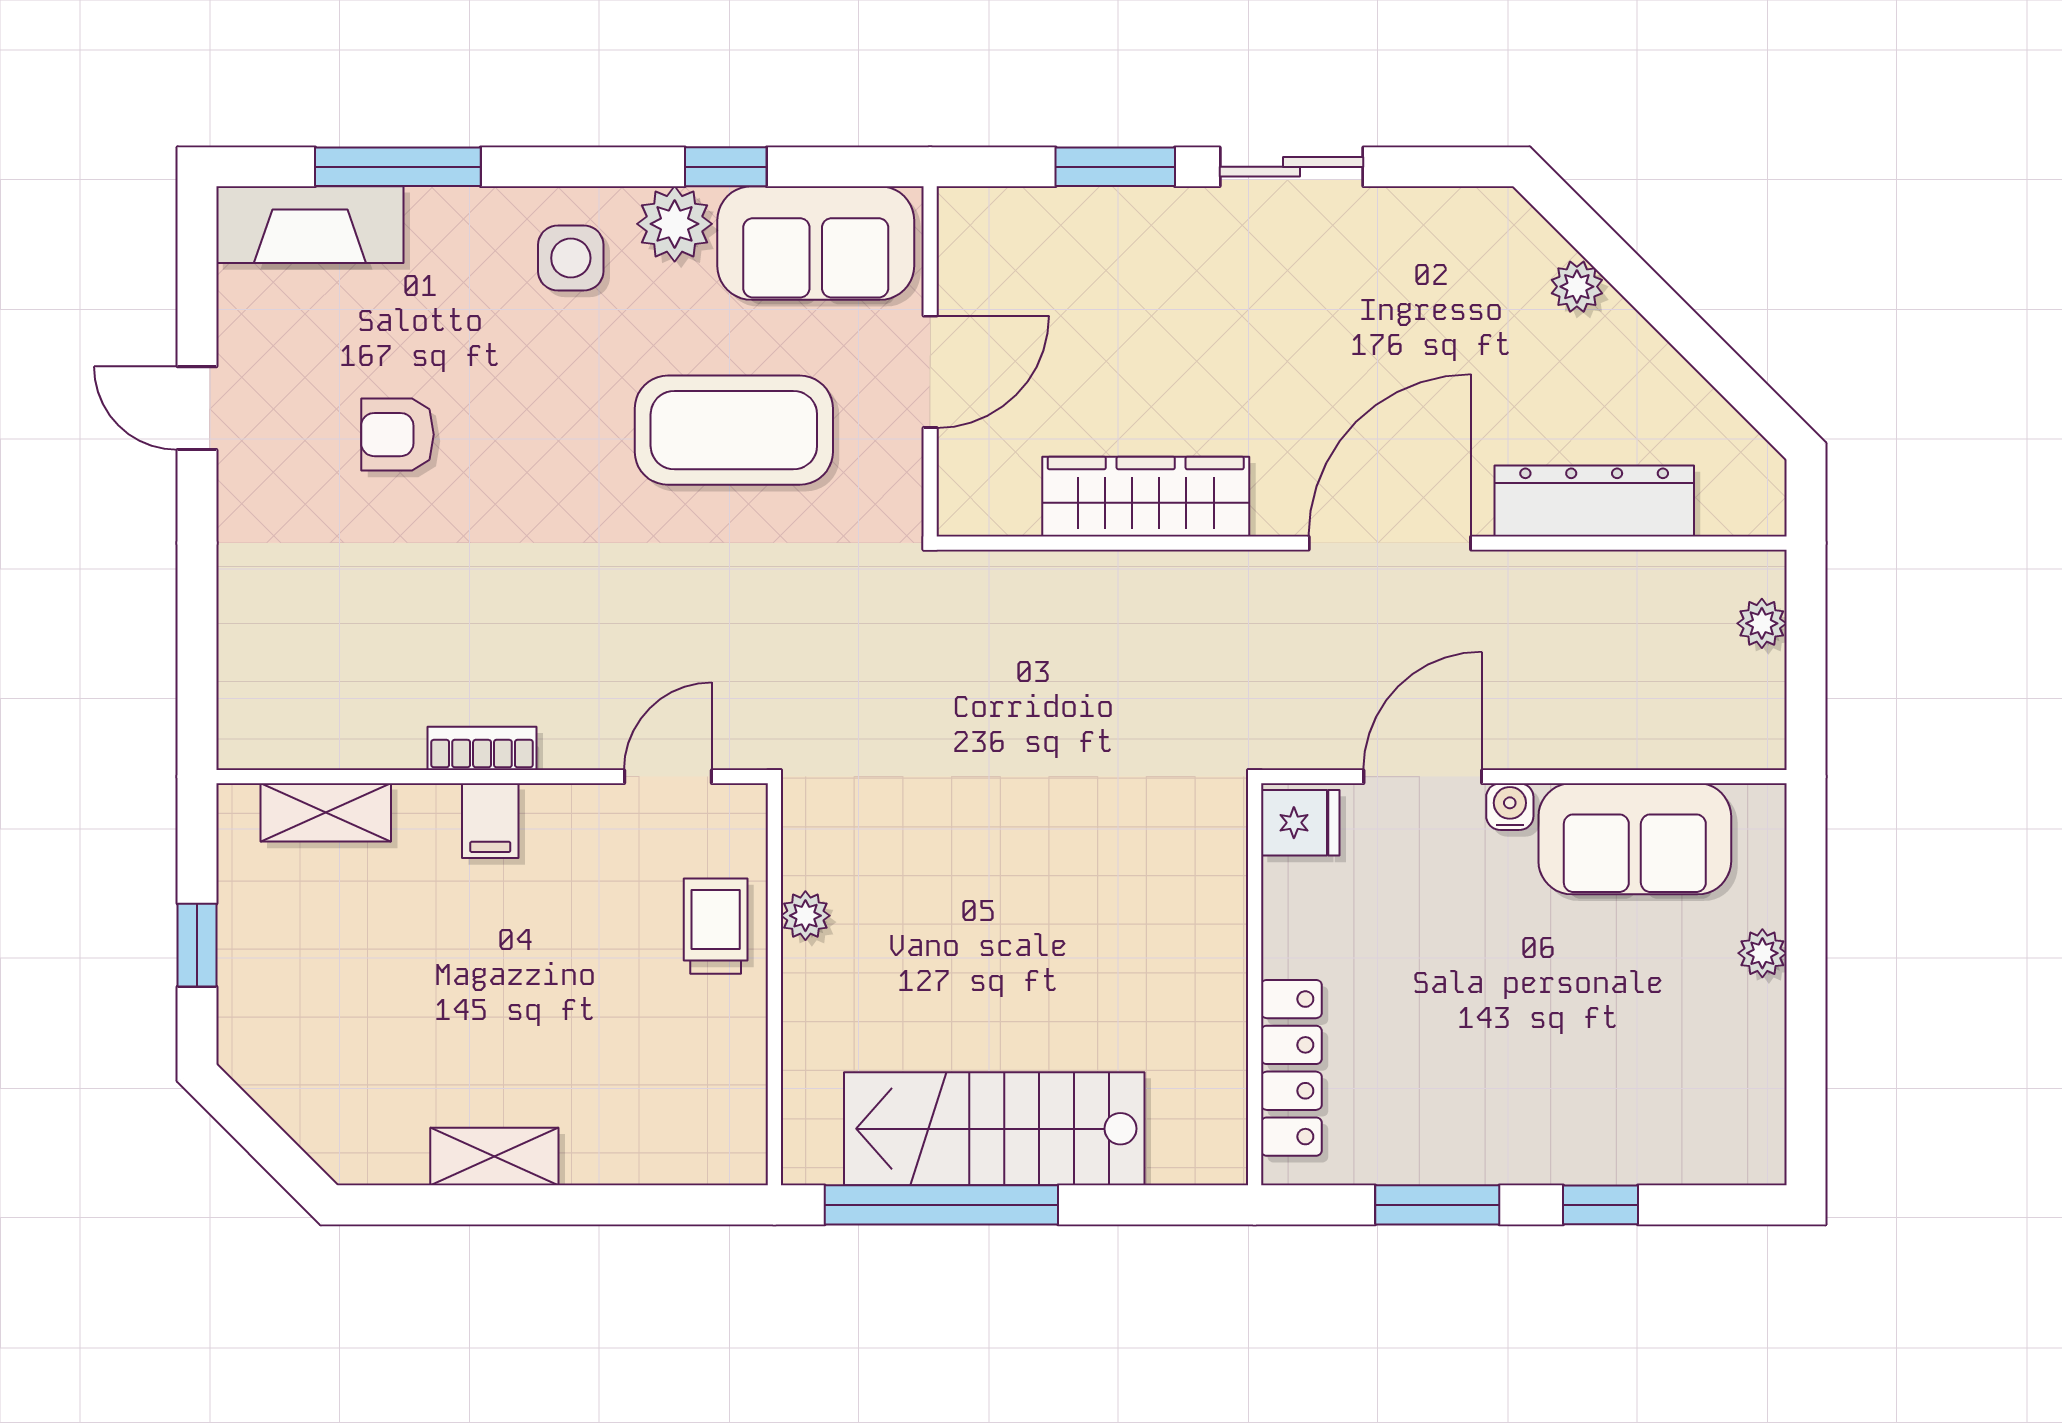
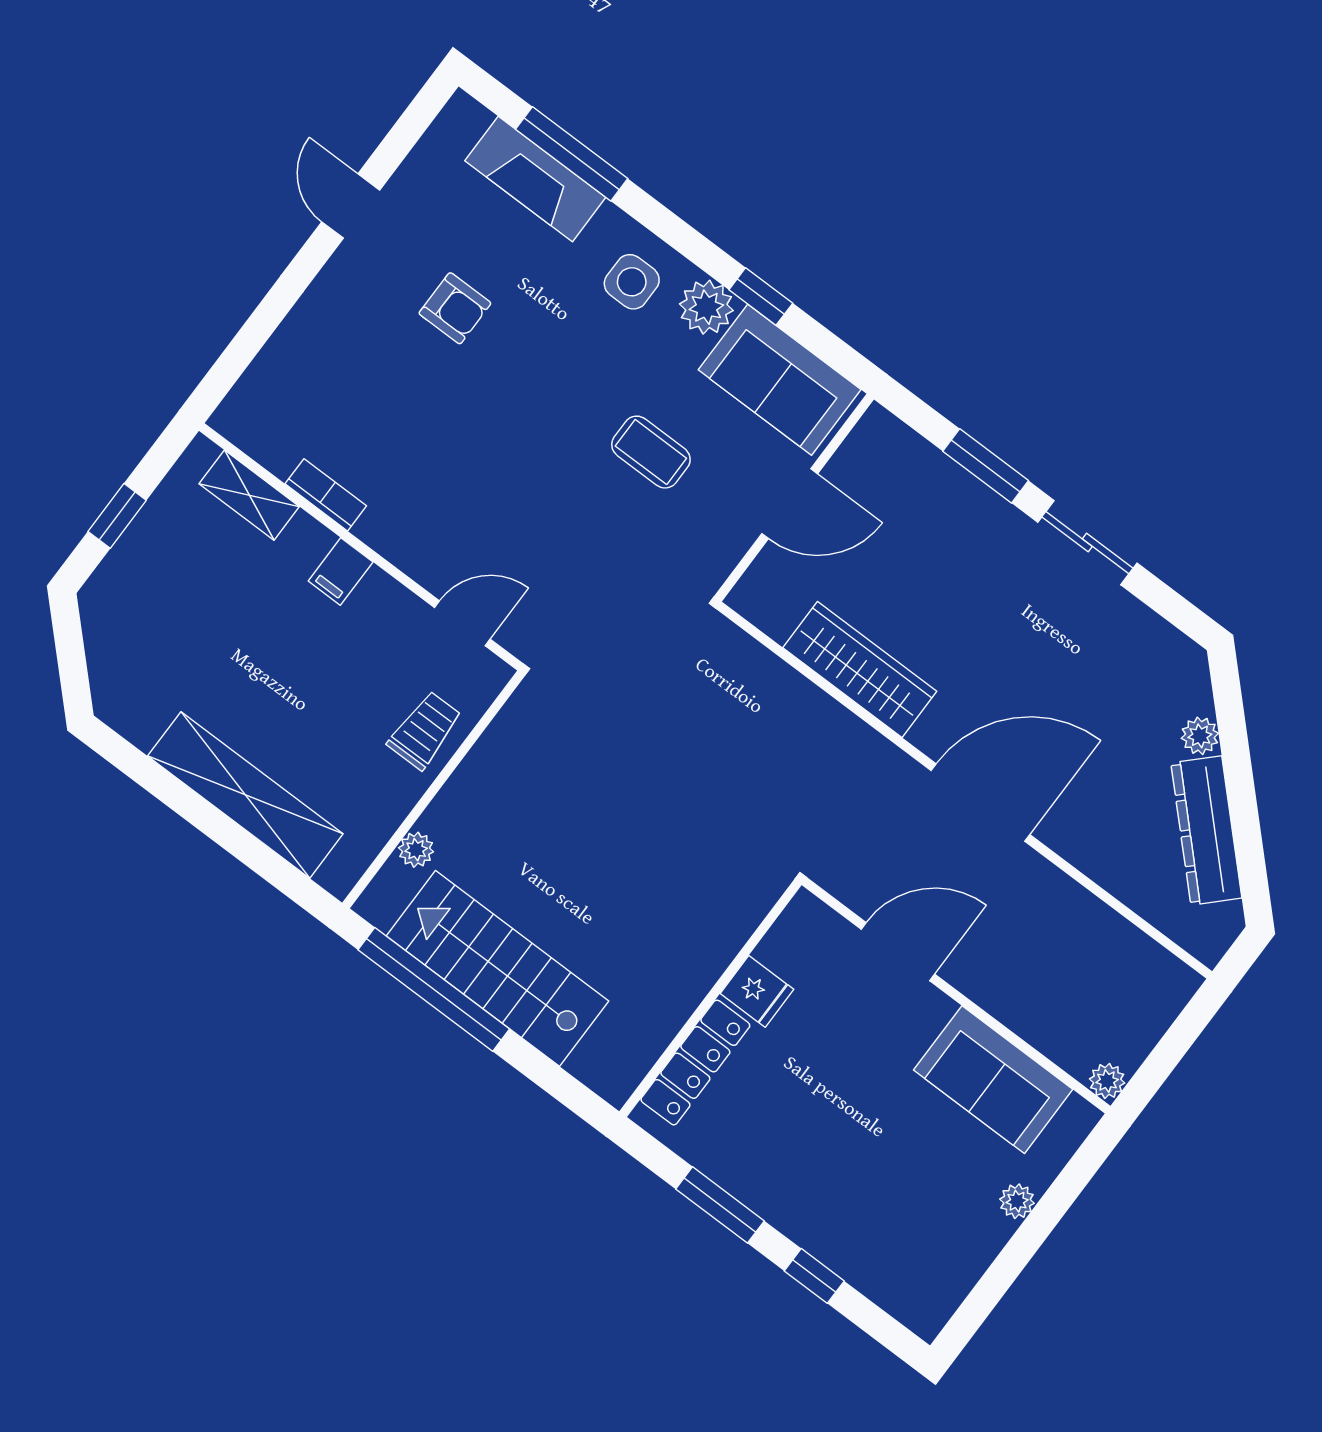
fireplace: (310, 225) -> (535, 179), moved
coffee table: (734, 430) -> (651, 452), width x0.54, depth x0.58
armchair: (397, 435) -> (455, 308), turned 180
dresser: (1594, 501) -> (1206, 830), moved, turned -135
plant: (1762, 623) -> (1107, 1081), moved
bookcase: (482, 748) -> (326, 495), moved
water cooler: (1510, 807) -> (935, 1007), removed
fridge: (1300, 823) -> (757, 991), moved
plant: (805, 916) -> (416, 850), moved
shelving: (494, 1157) -> (245, 795), width x2.20, depth x1.33

